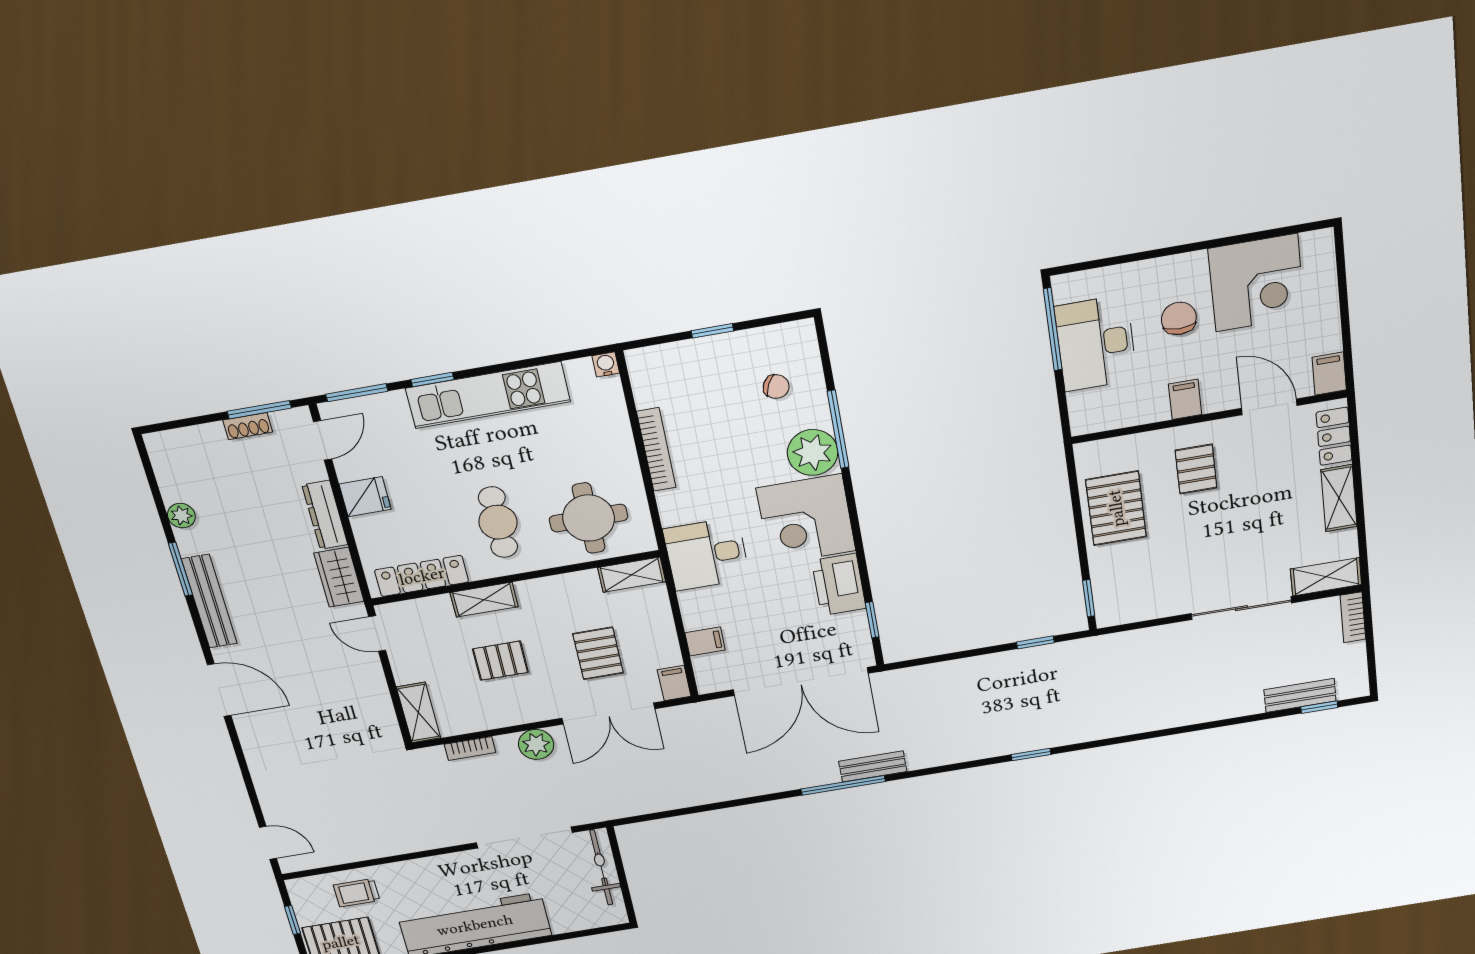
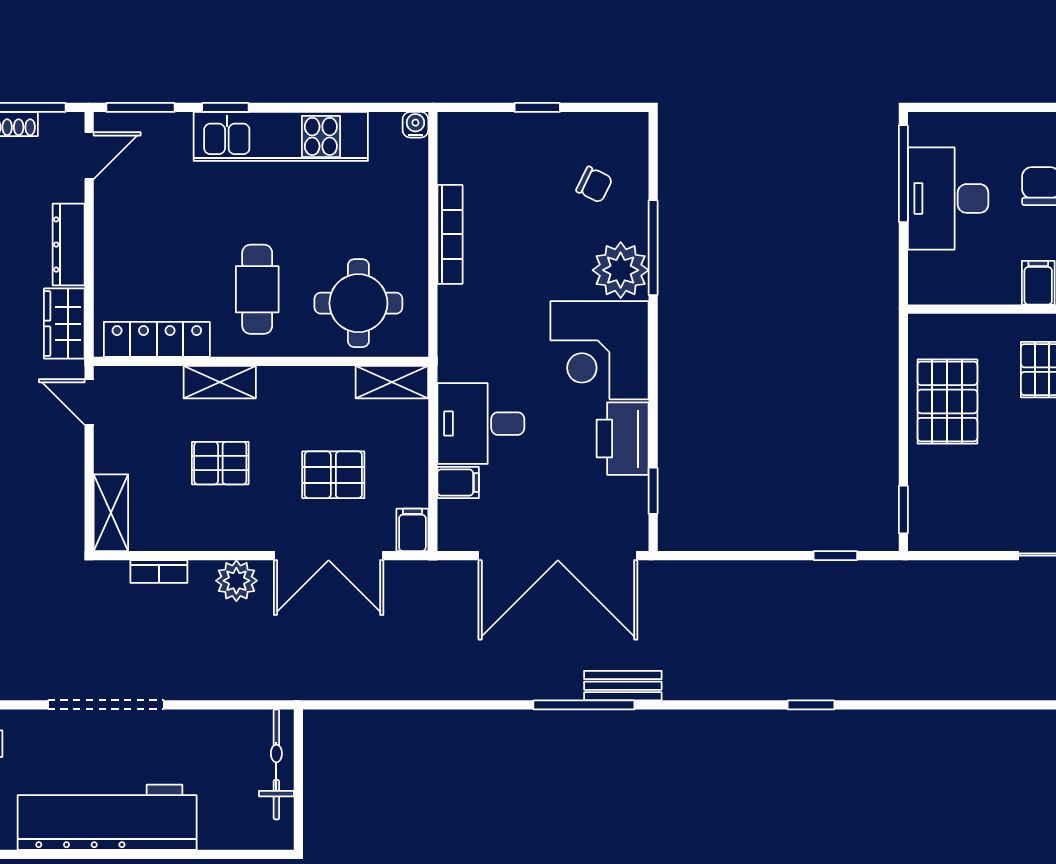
fridge: (365, 497) -> (118, 231), removed
desk: (707, 554) -> (481, 424), moved
pallet: (598, 653) -> (333, 475), turned 90
doorway: (524, 838) -> (106, 705), moved

